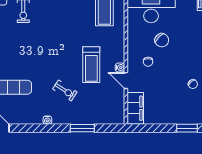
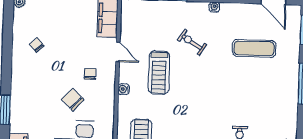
treadmill: (91, 65) -> (159, 73), turned 180
water cooler: (120, 68) -> (124, 89), moved

